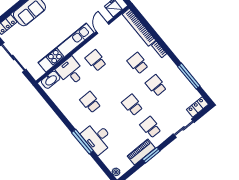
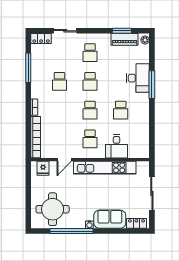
school desk: (138, 63) -> (90, 110), moved
washbasin: (51, 80) -> (137, 153), removed
piano: (141, 152) -> (124, 39), moved
window: (151, 155) -> (122, 31), moved

